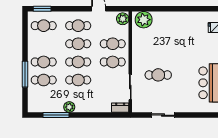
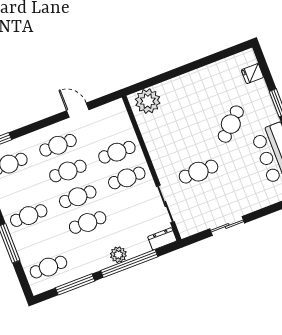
plant: (123, 19) -> (117, 111), removed
cafe table: (189, 53) -> (231, 124), added
cafe table: (44, 80) -> (48, 267), moved
plant: (69, 107) -> (118, 255), moved
window: (94, 115) -> (129, 264), added

